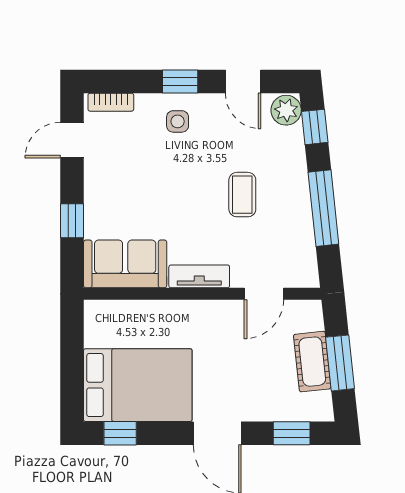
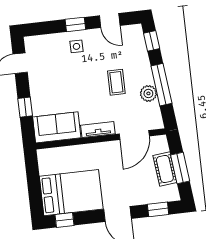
bookcase: (111, 102) -> (39, 40), removed
plant: (286, 110) -> (148, 93), moved
door: (264, 294) -> (134, 135), width x1.38

